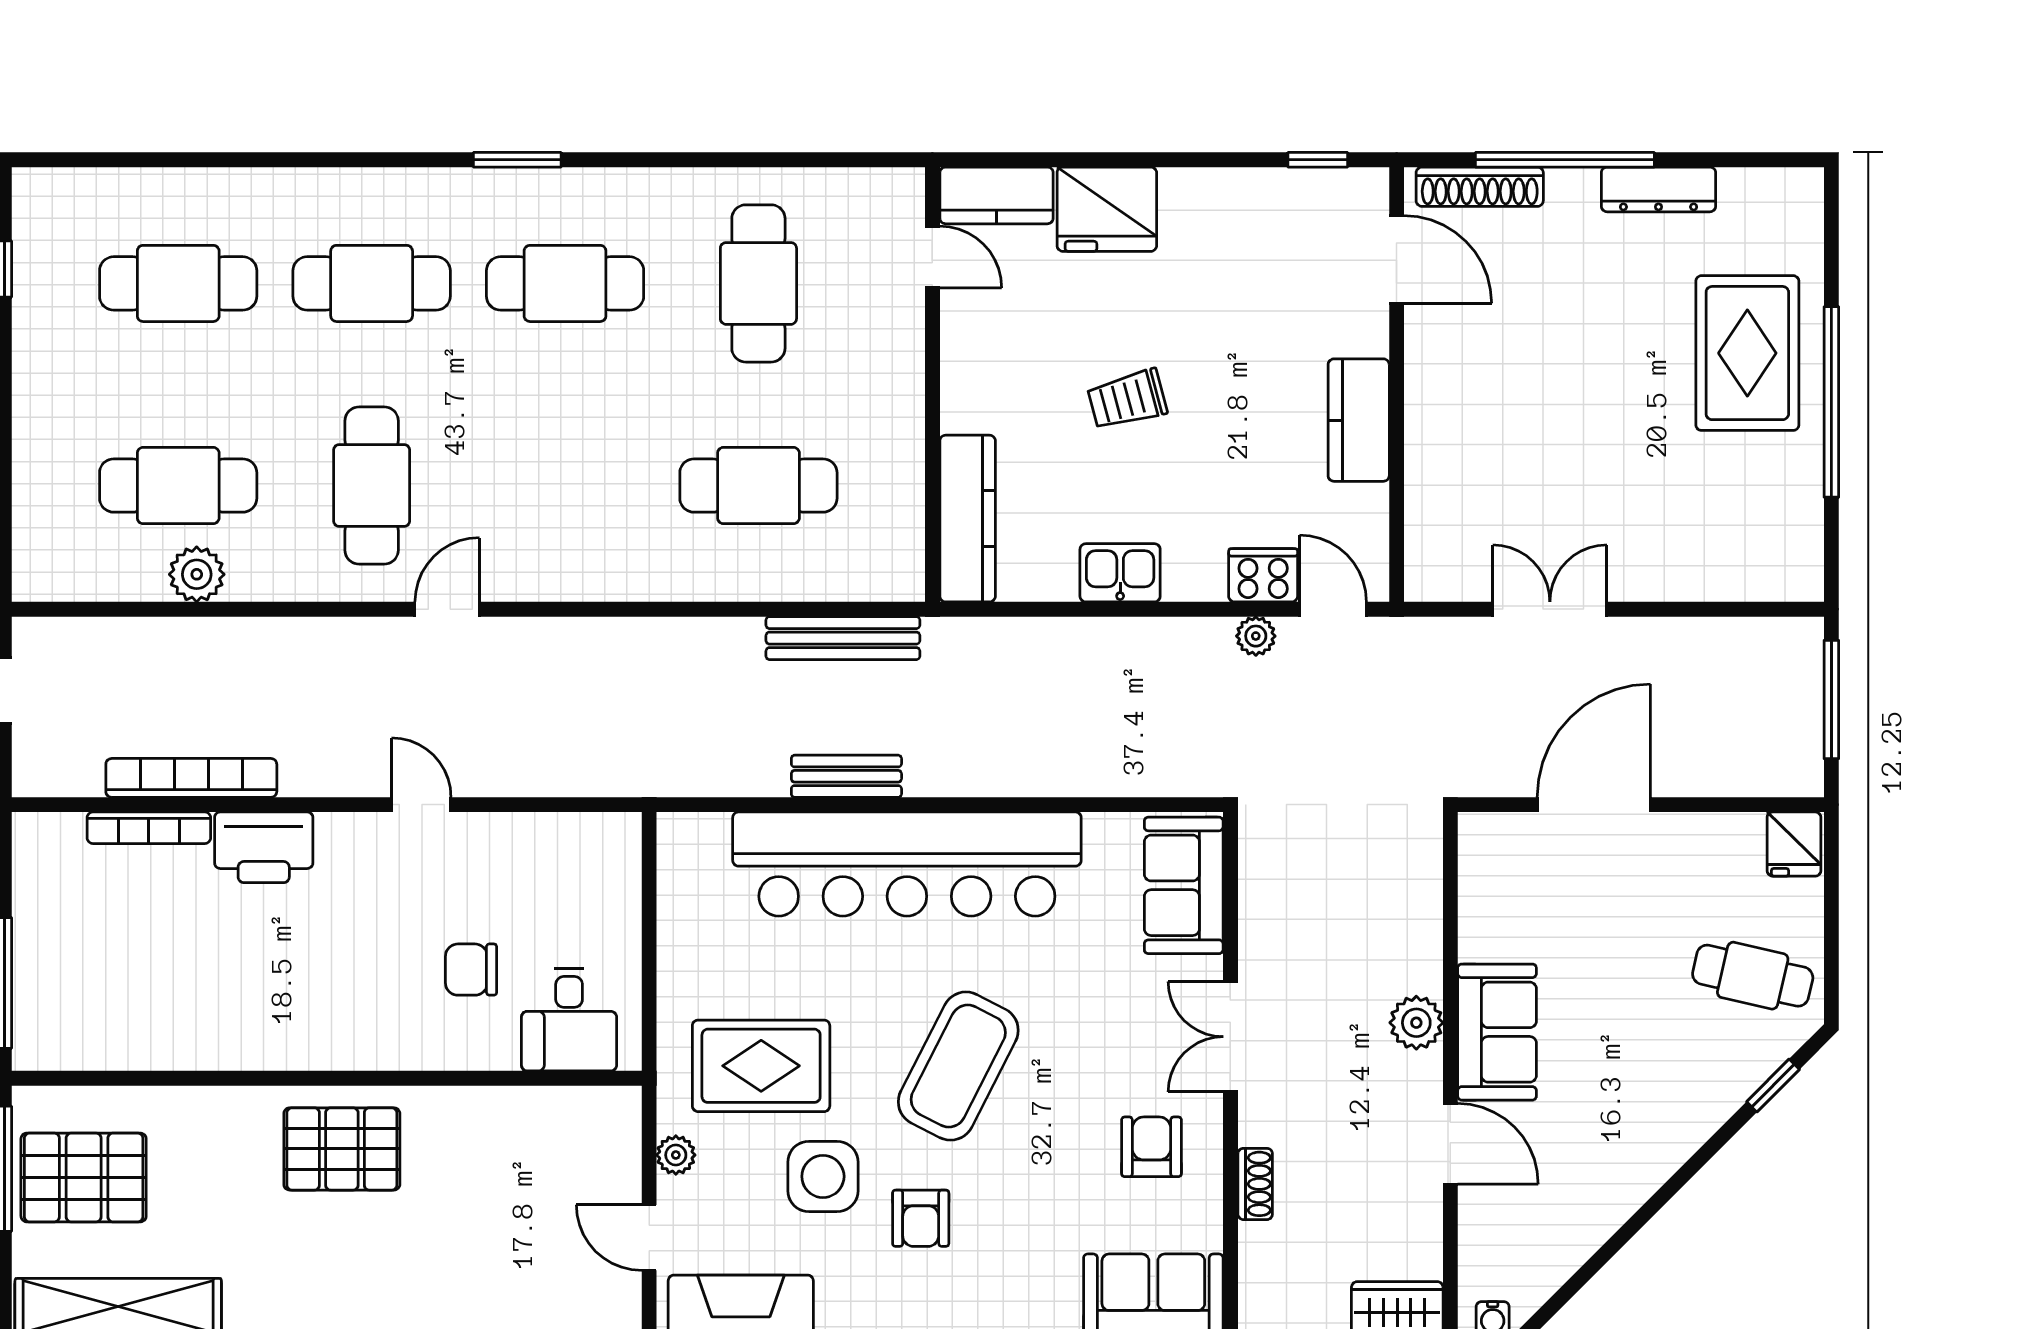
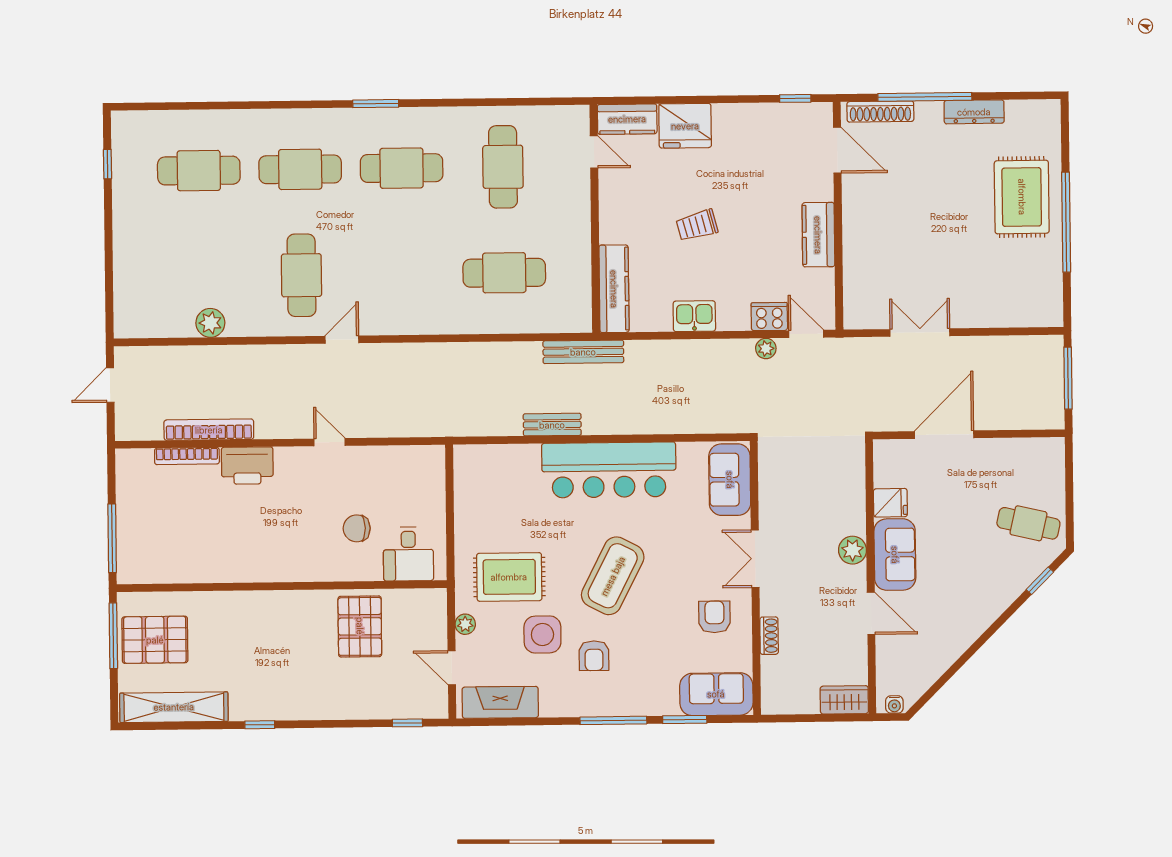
cafe table: (178, 486) -> (200, 276), removed
bench: (843, 638) -> (583, 352), moved
fridge: (1794, 844) -> (890, 503), moved, turned -90
bar counter: (907, 864) -> (609, 470), width x0.73
pallet: (342, 1149) -> (360, 626), moved, turned 90

